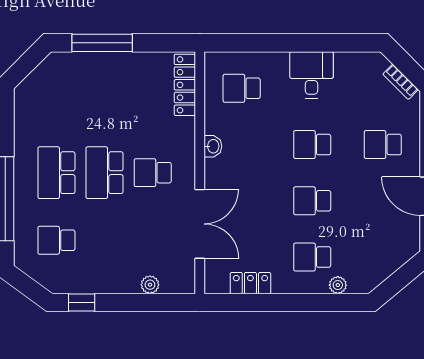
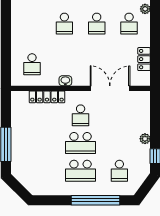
desk: (311, 75) -> (24, 24), removed
locker: (185, 85) -> (47, 97), moved
plant: (150, 285) -> (145, 139), moved

